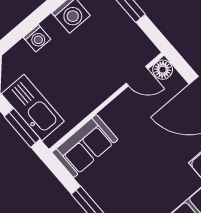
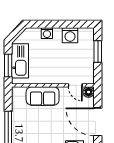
sofa: (85, 146) -> (43, 96), moved

